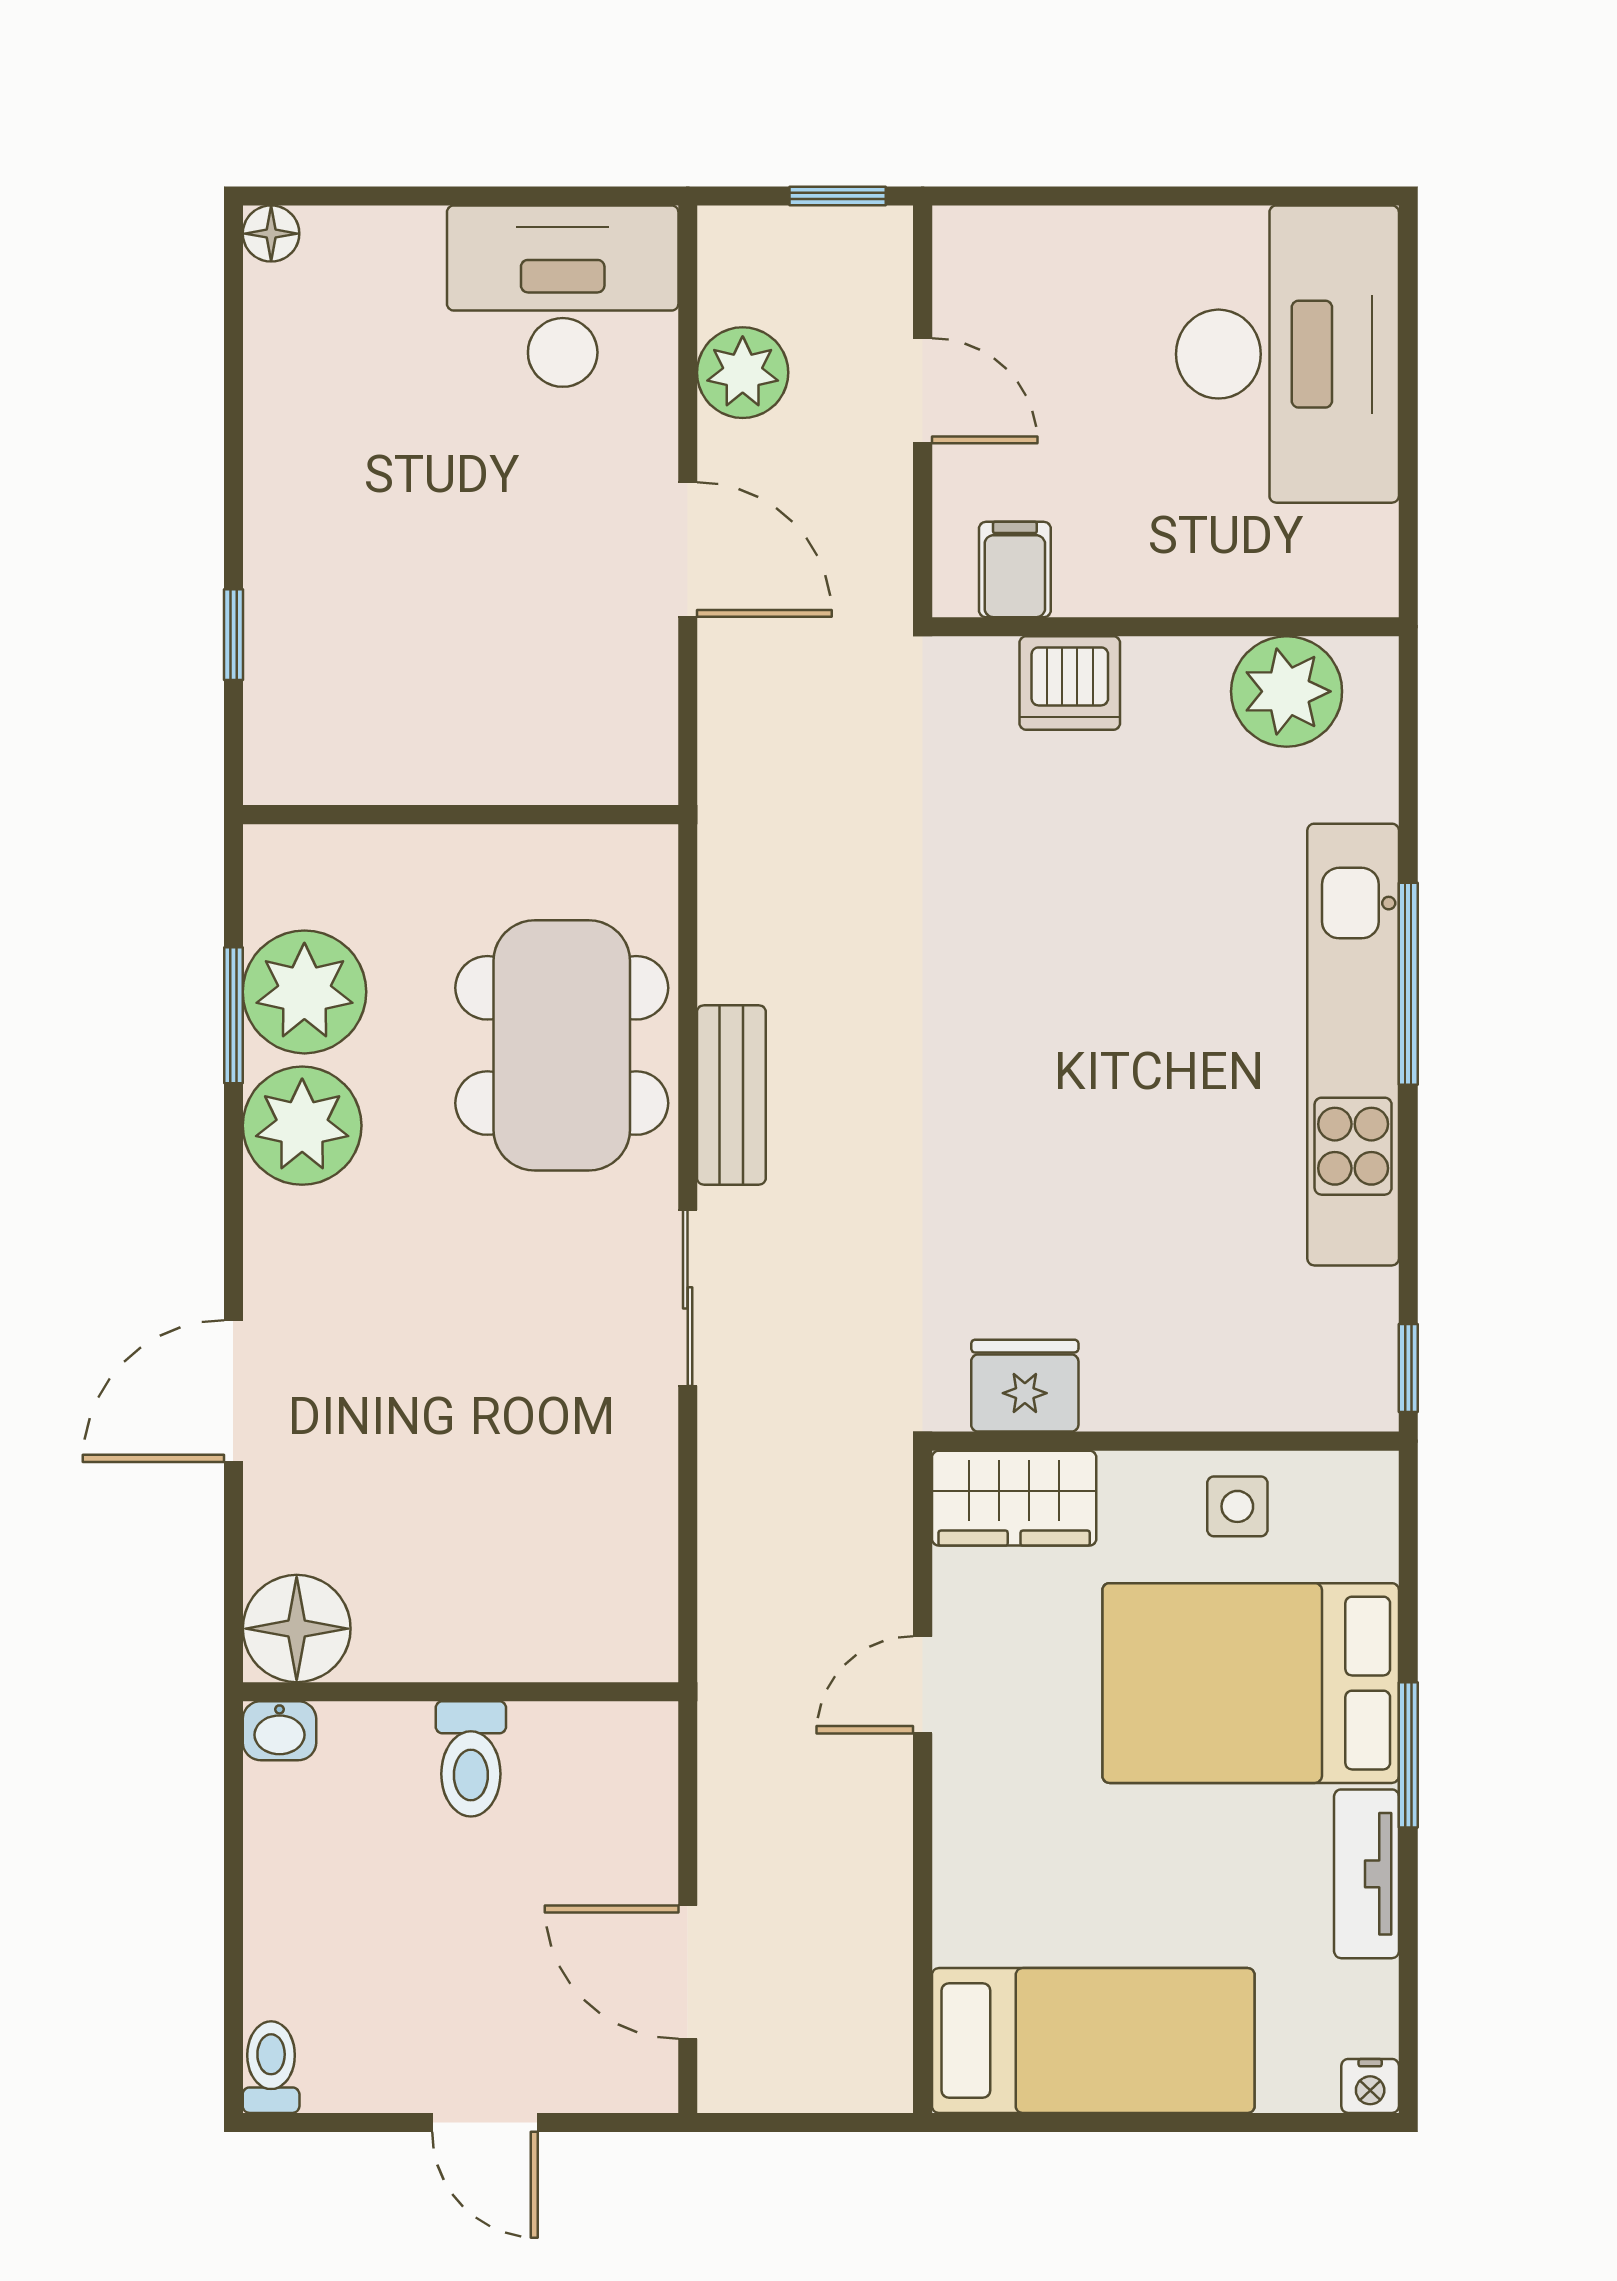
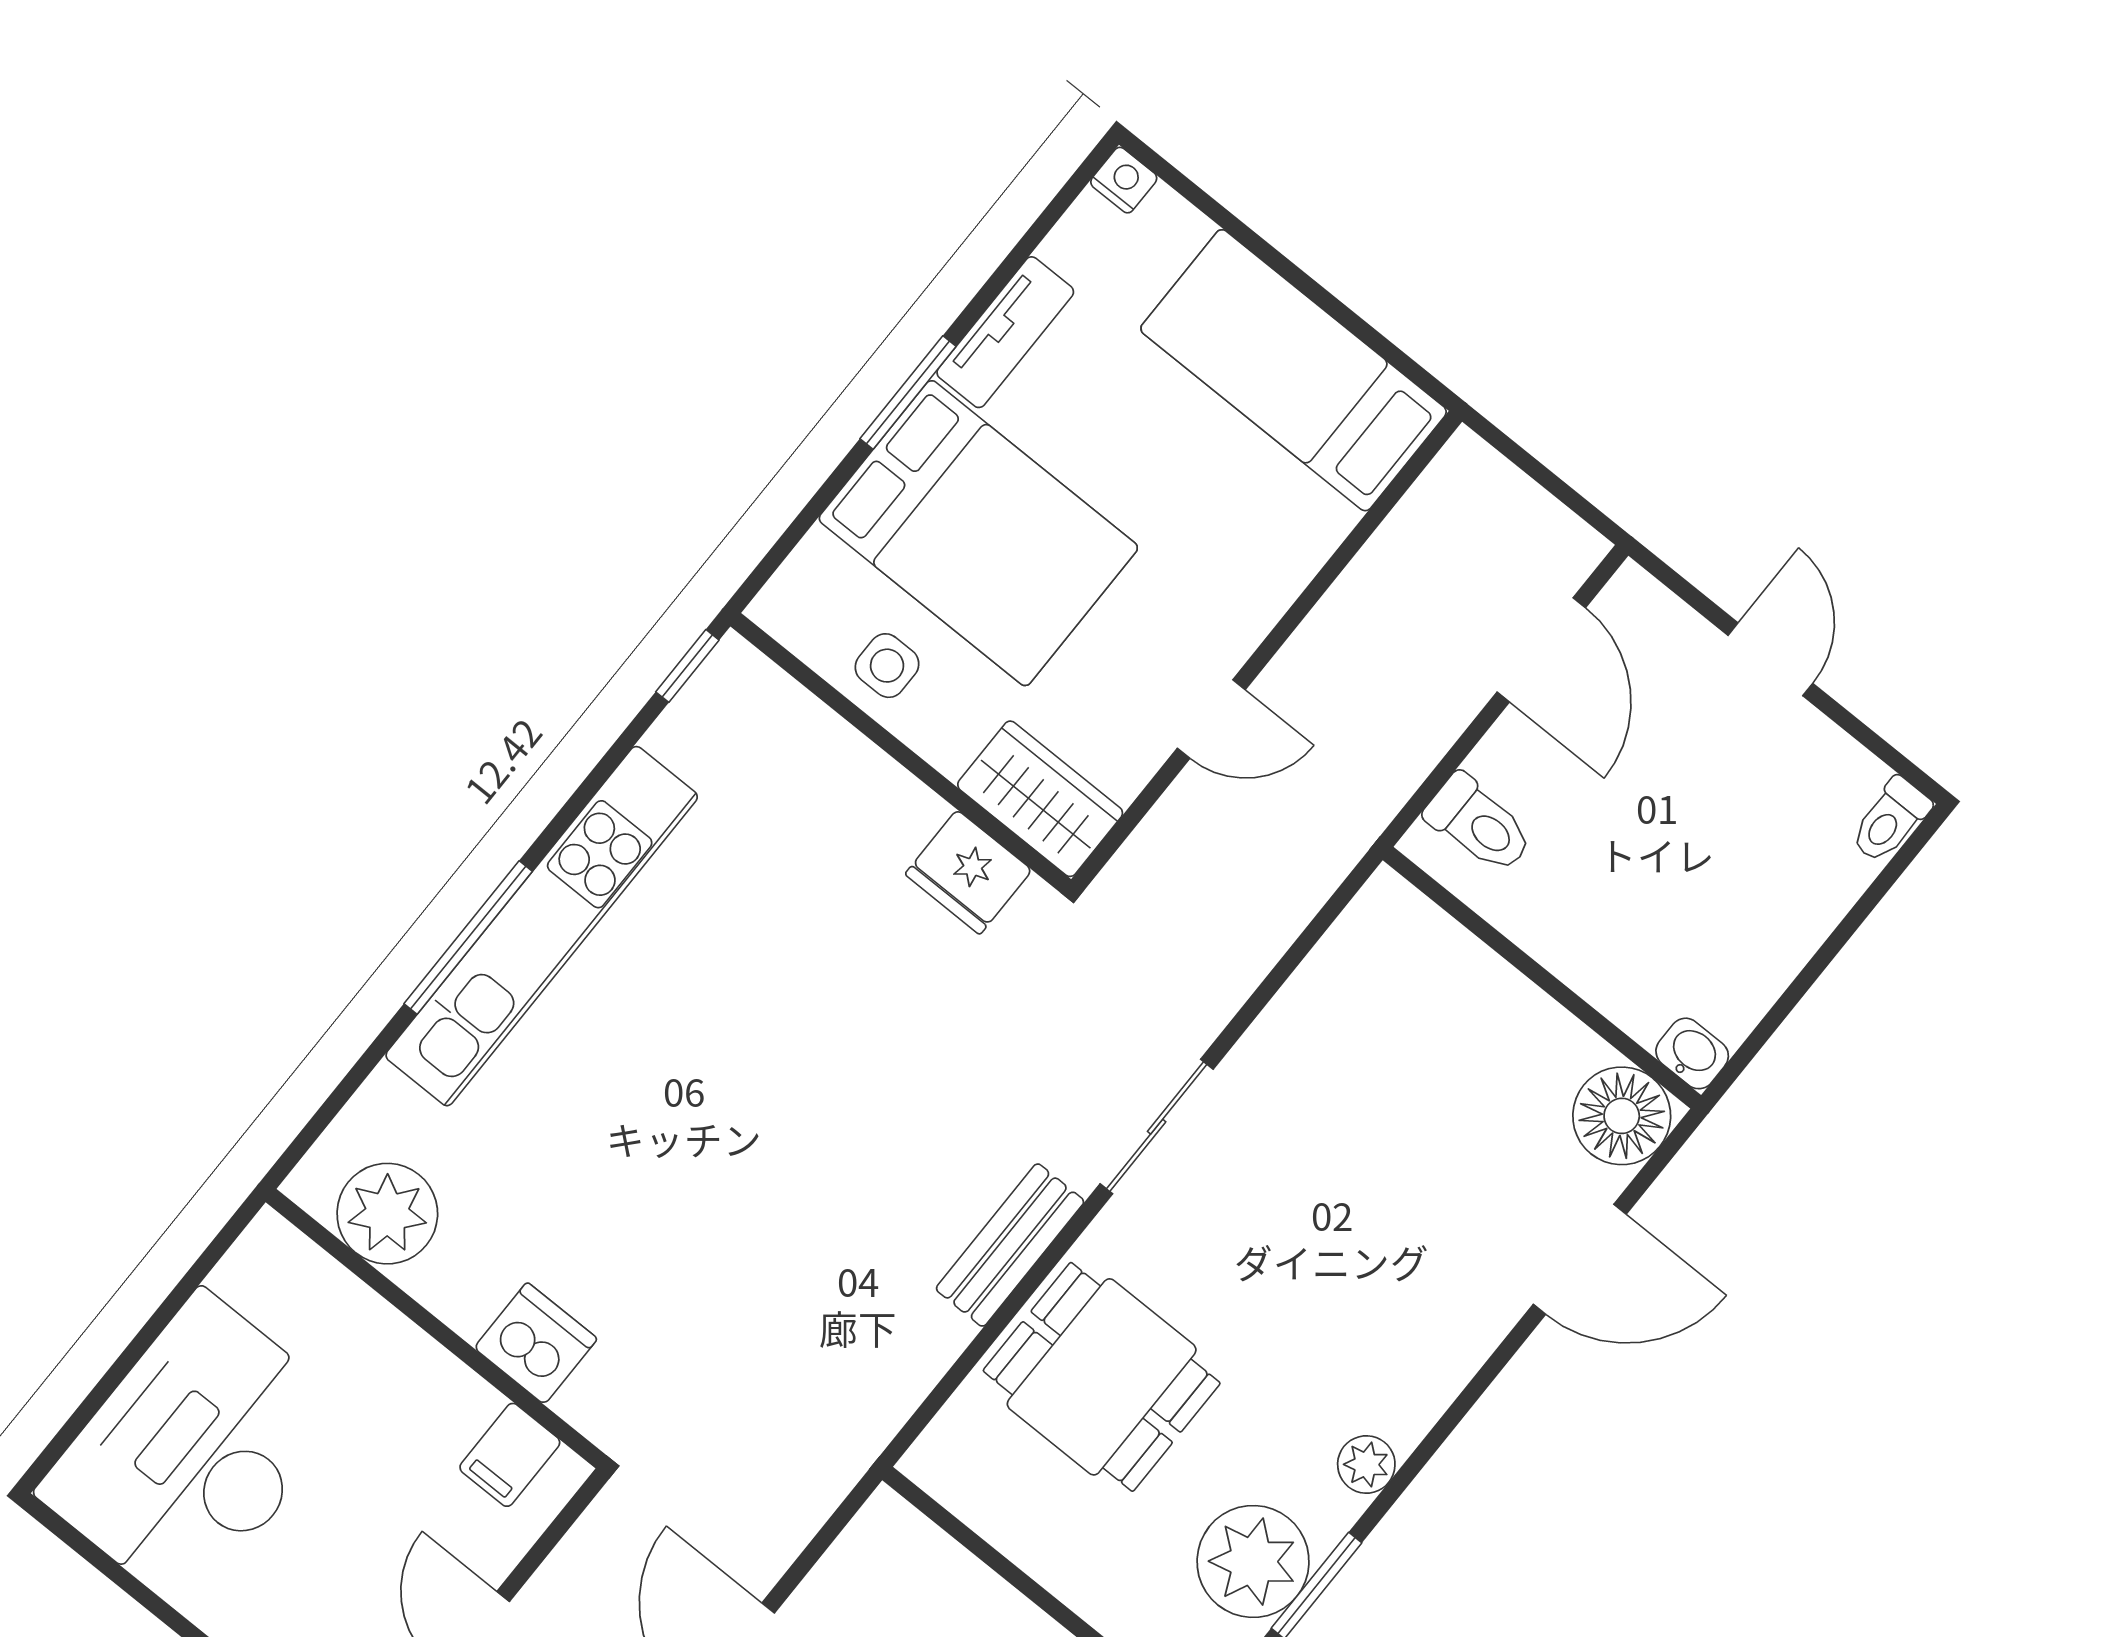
dining table: (562, 1045) -> (1102, 1377), width x0.73
plant: (302, 1126) -> (1366, 1464), width x0.53, depth x0.53
door: (233, 1391) -> (1580, 1259), moved
toilet: (471, 1759) -> (1479, 824), moved, turned 90

